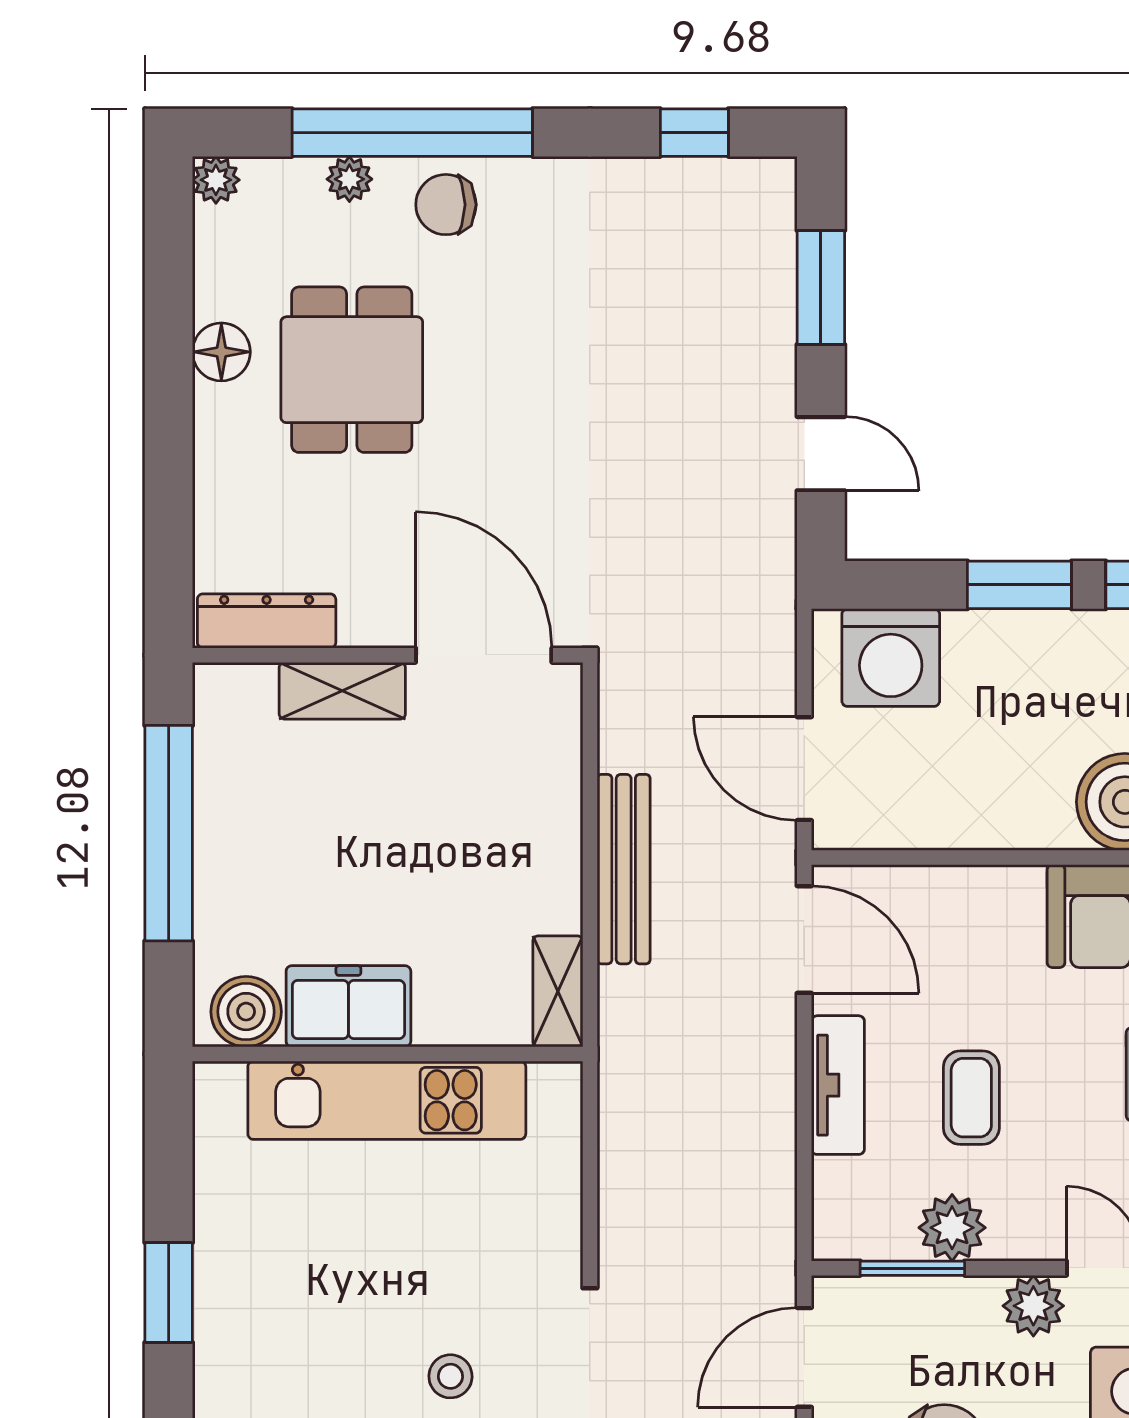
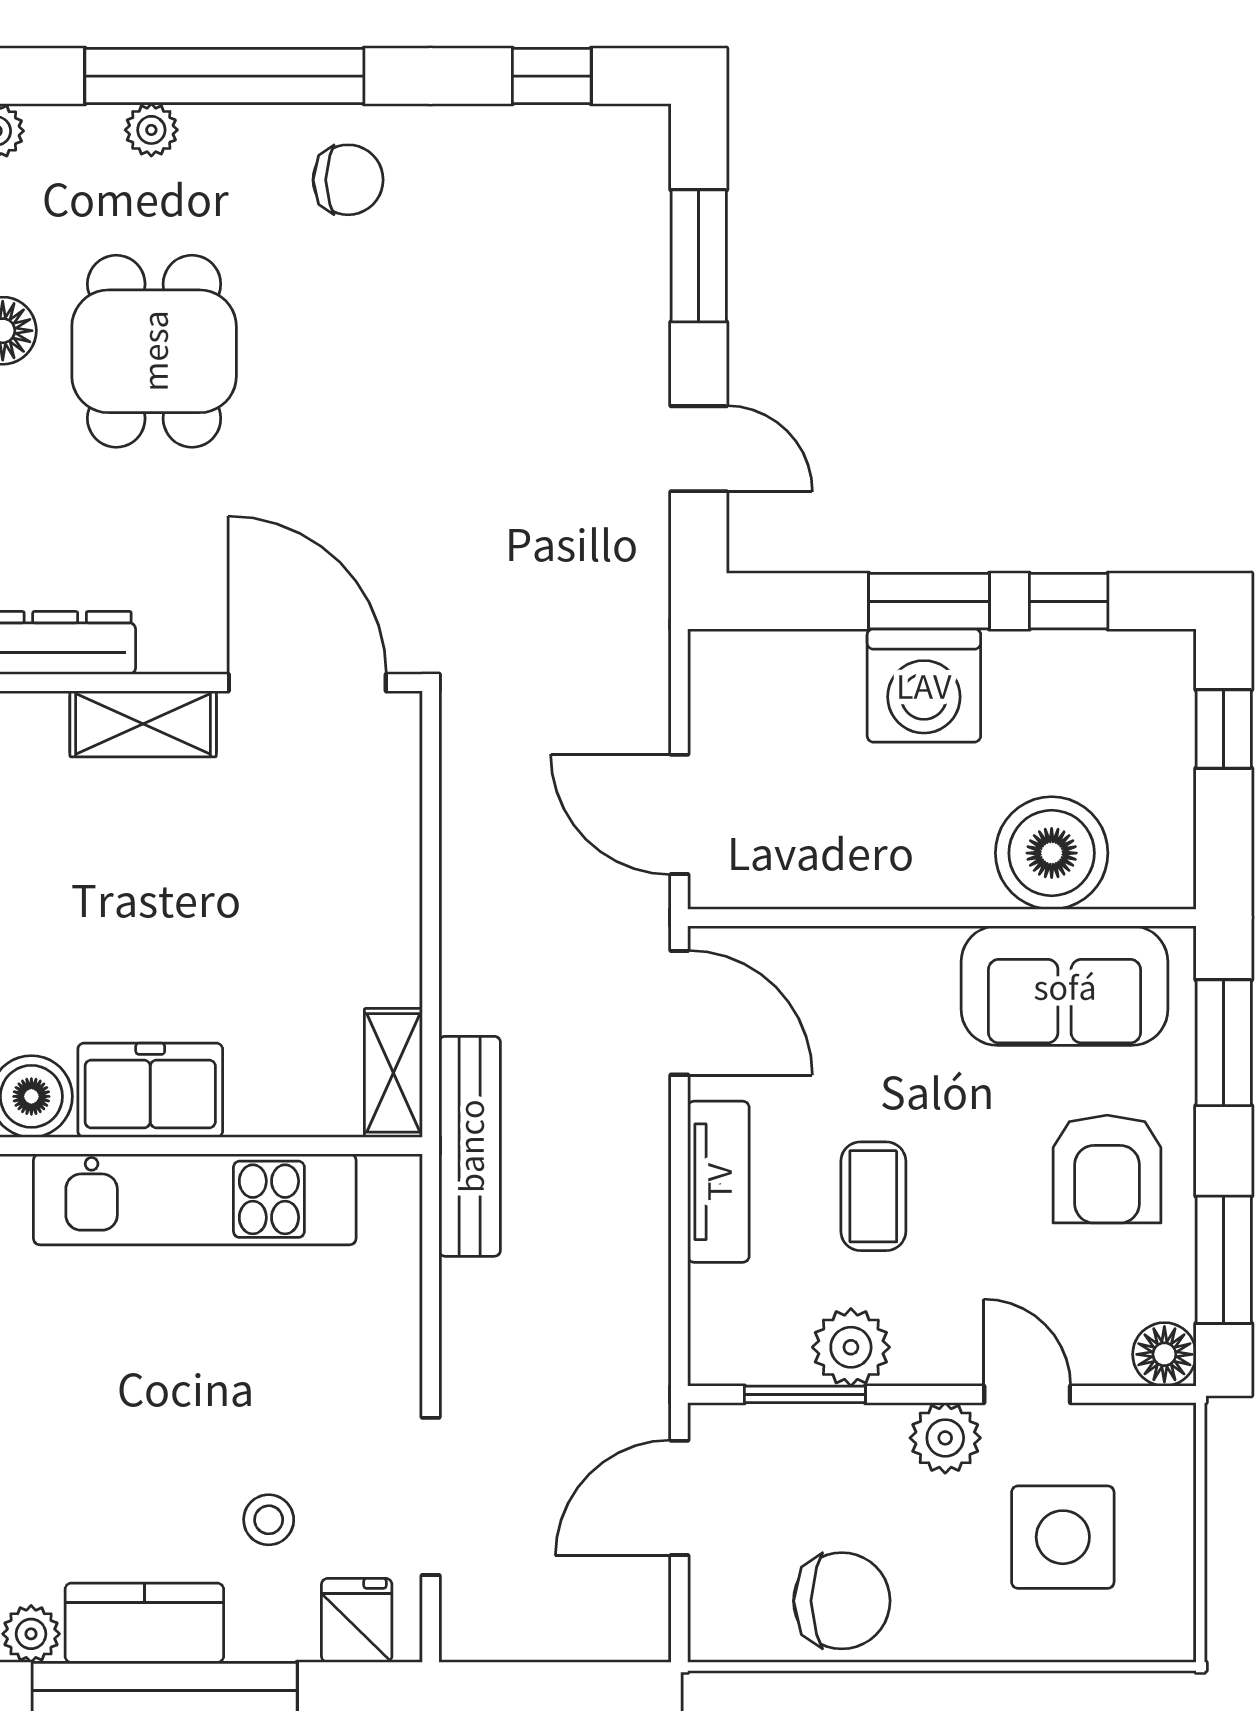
chair: (446, 205) -> (348, 180), moved, turned 180
washing machine: (891, 658) -> (924, 685), moved
bench: (624, 869) -> (470, 1146), moved

